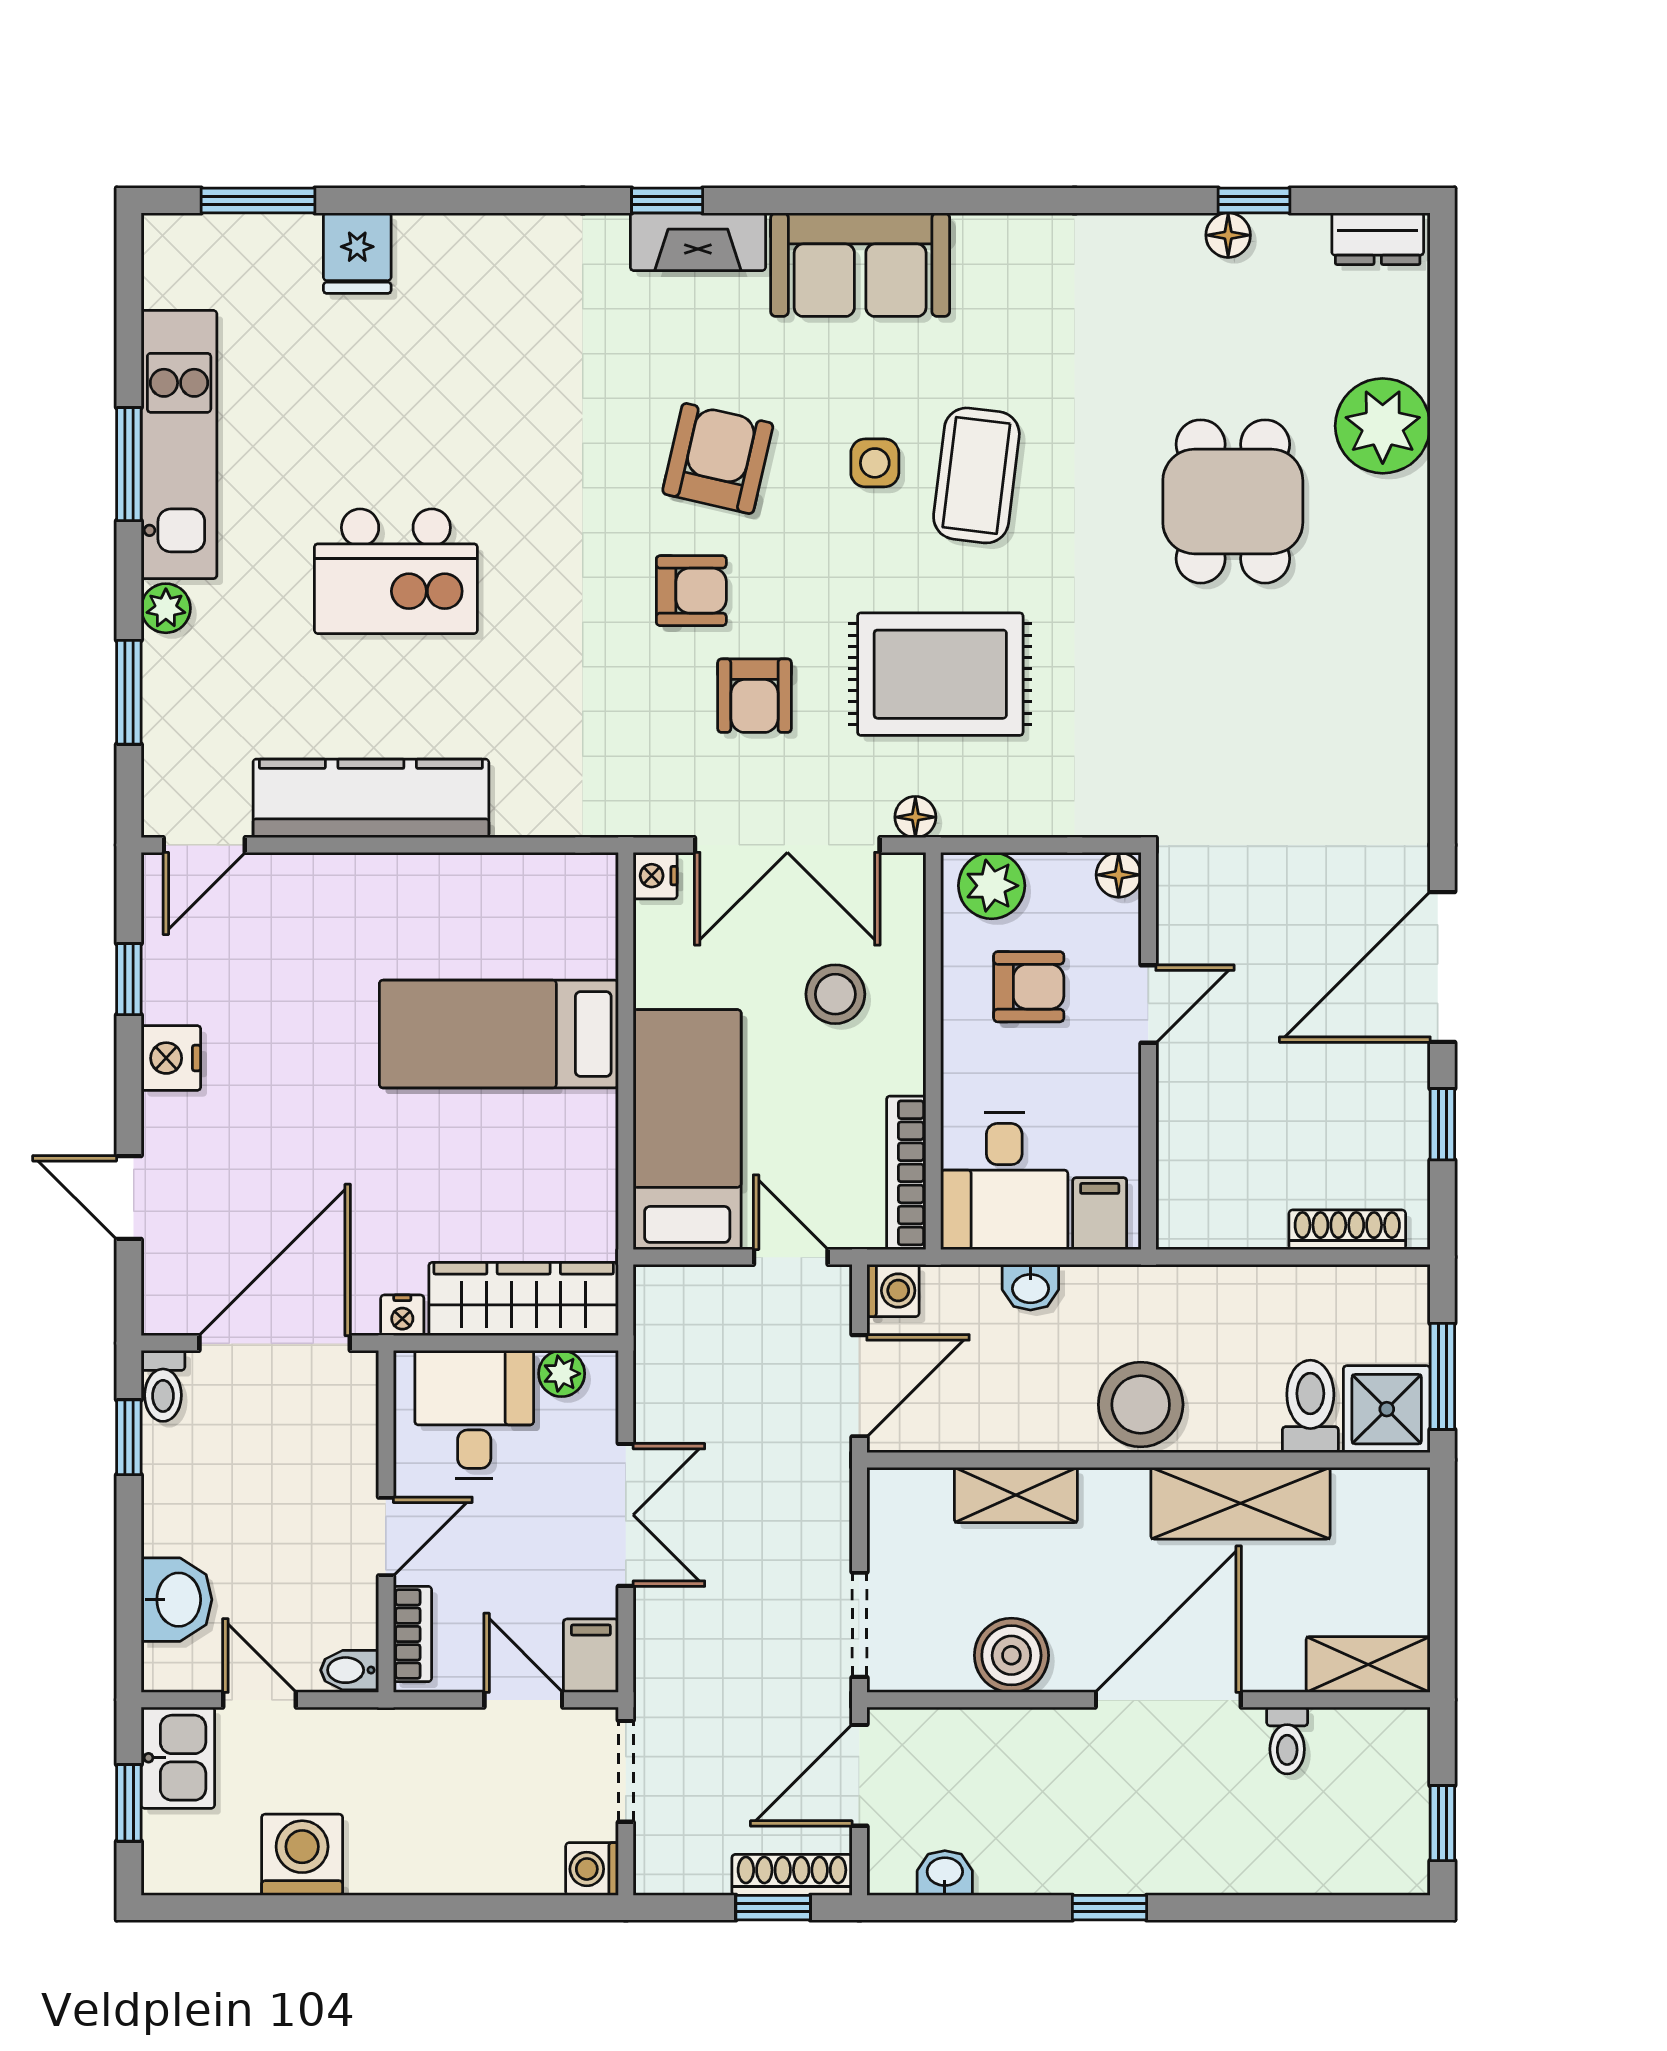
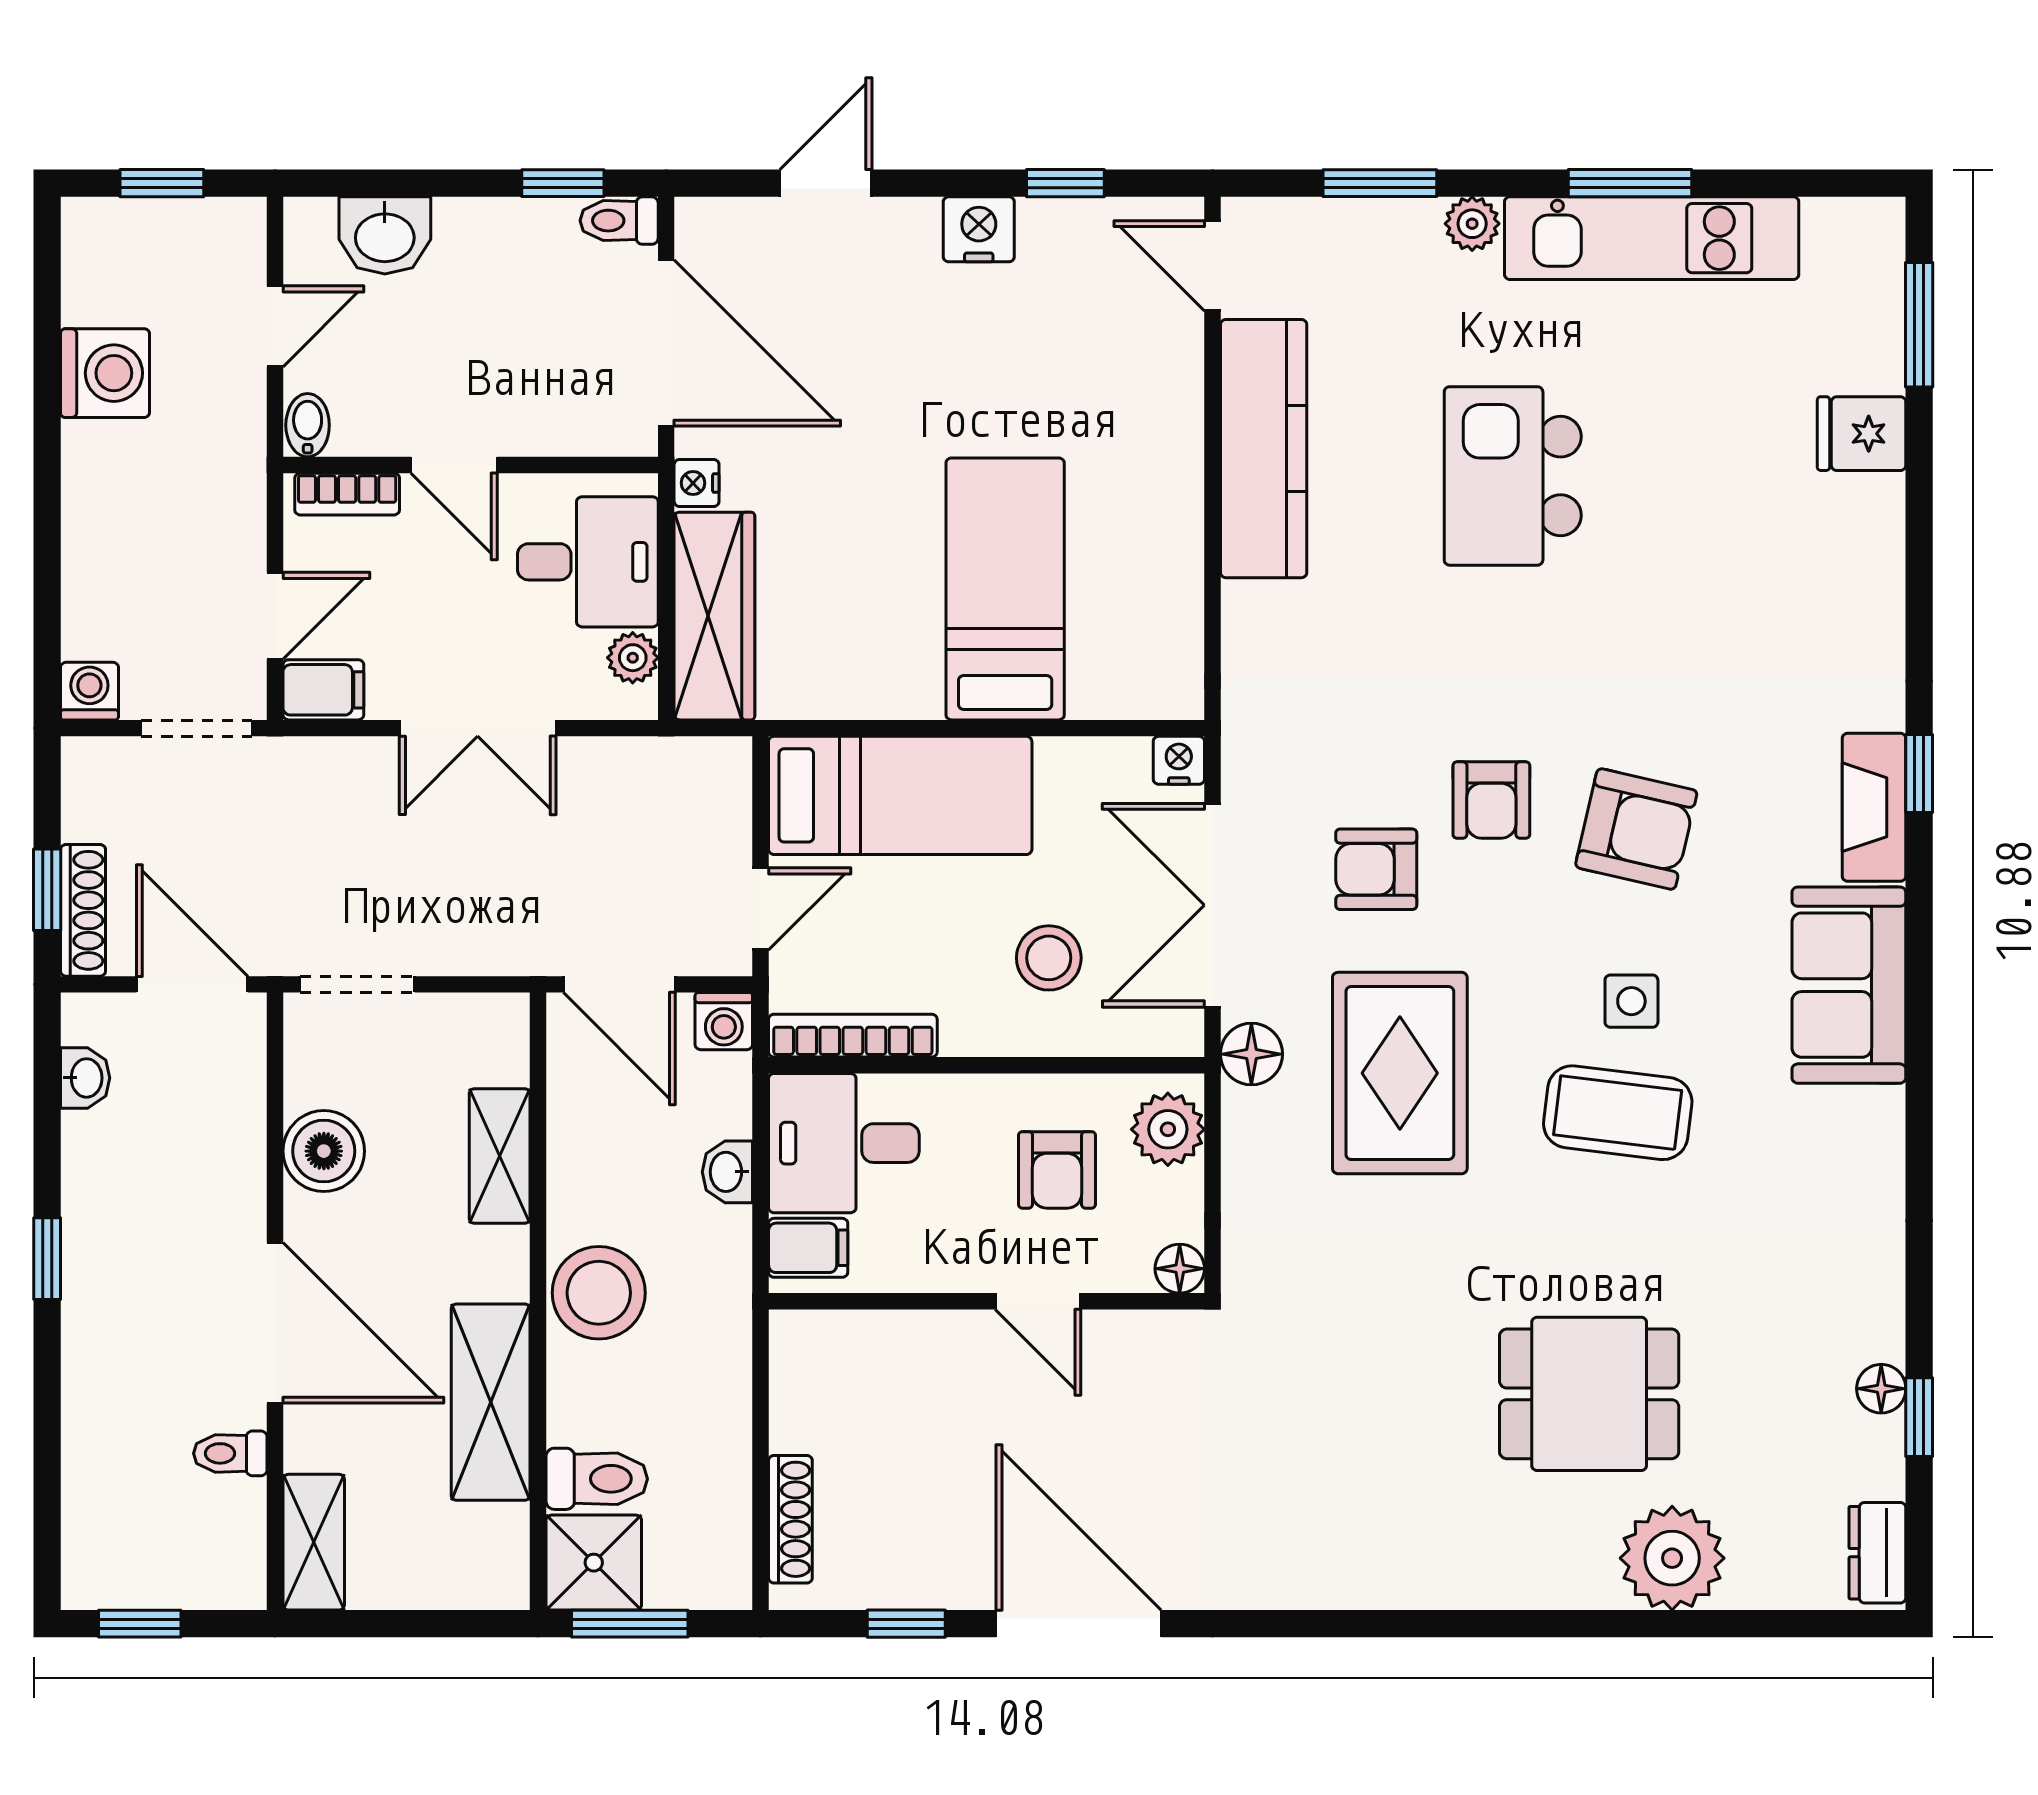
floor lamp: (915, 817) -> (1251, 1054), width x1.37, depth x1.37
kitchen sink: (178, 1758) -> (211, 237), removed

